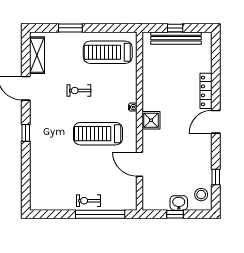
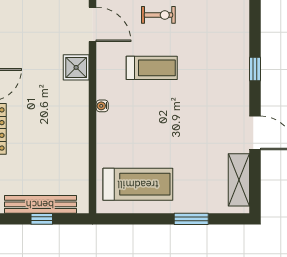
exercise bike: (79, 91) -> (158, 15), moved
shower: (151, 120) -> (76, 67), moved
treadmill: (98, 134) -> (152, 68), width x0.73, depth x0.73

